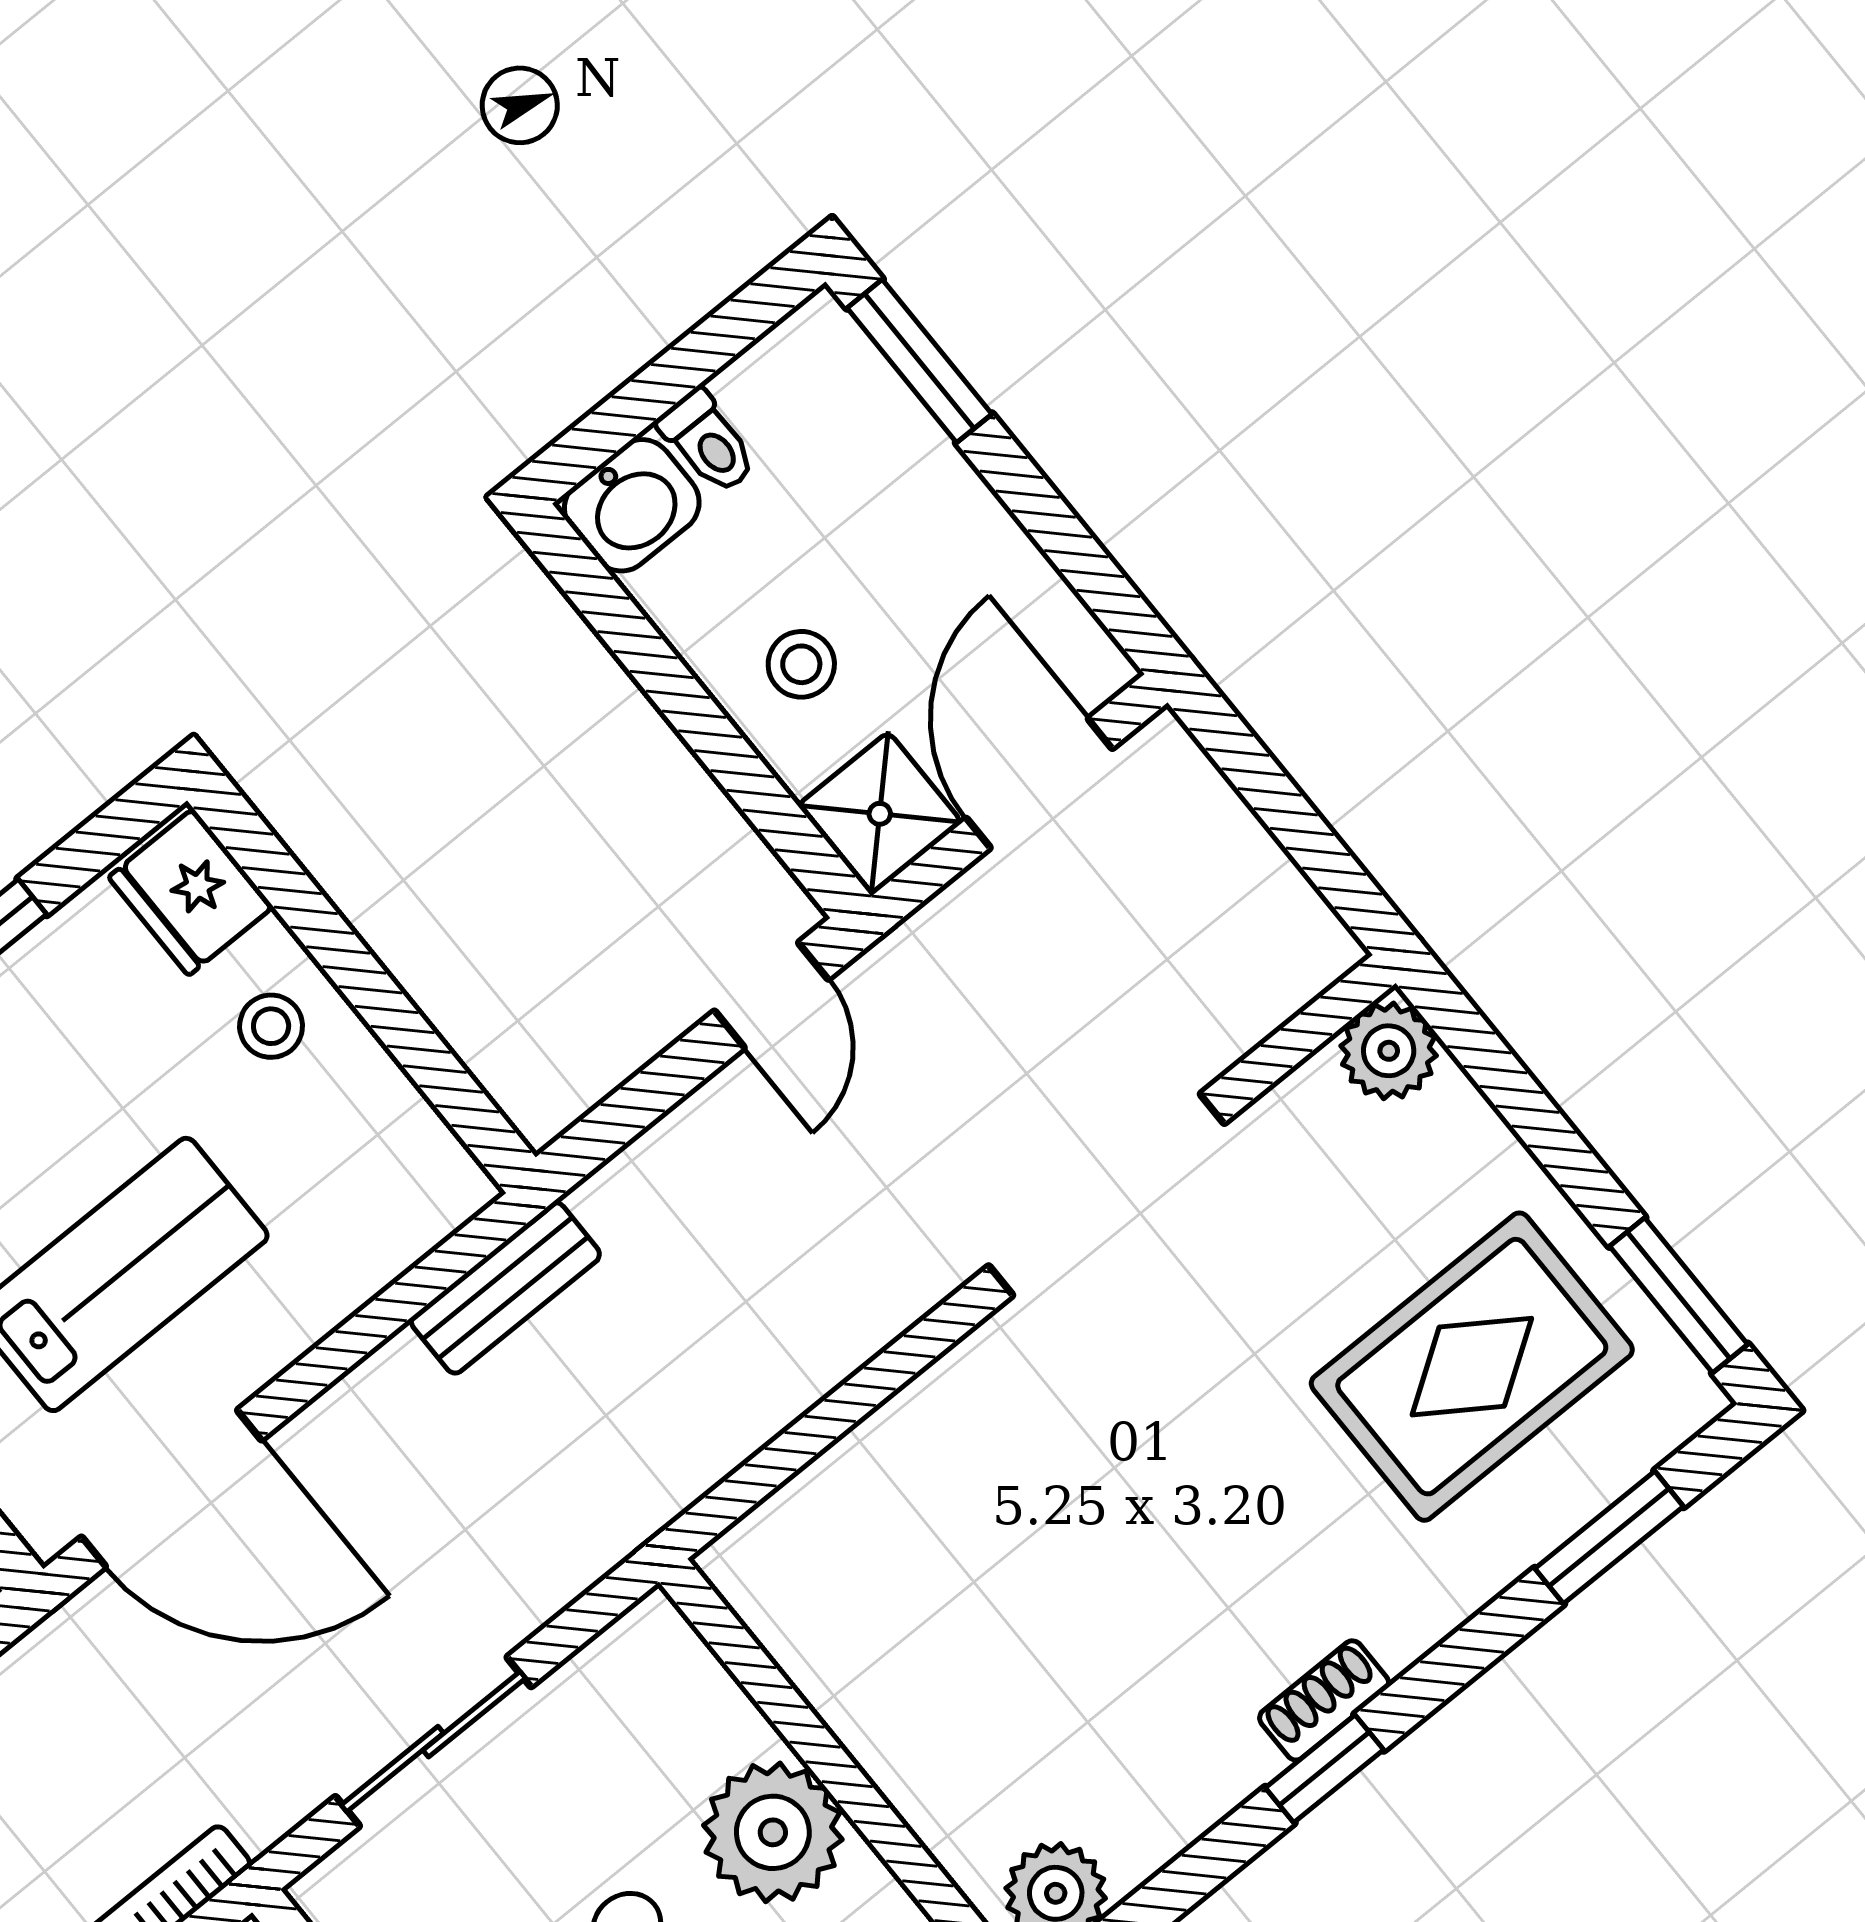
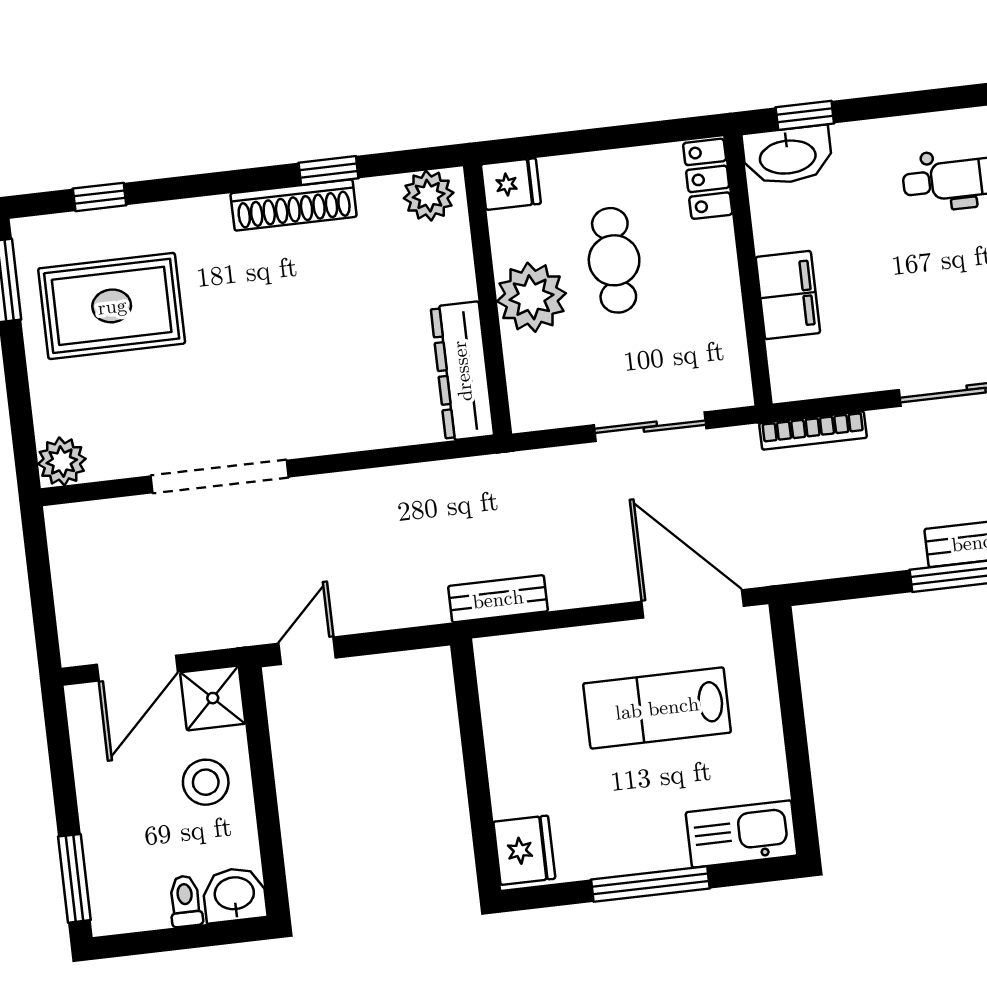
stool: (801, 664) -> (206, 782), width x1.37, depth x1.37
stool: (271, 1026) -> (527, 772), removed
window: (1609, 1537) -> (100, 197), width x0.67
dresser: (810, 1633) -> (462, 371), added
shoe rack: (1324, 1700) -> (294, 205), width x1.94, depth x1.24
window: (1324, 1769) -> (328, 170), moved

